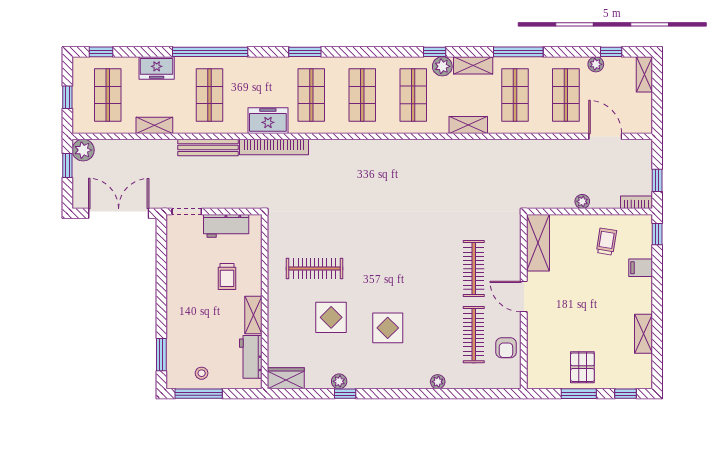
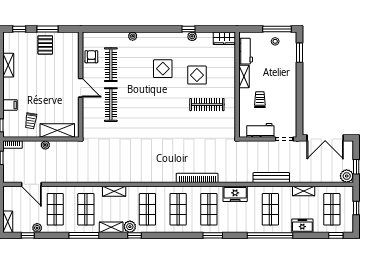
bookcase: (274, 147) -> (197, 178), moved
shelving: (538, 243) -> (57, 130), moved, turned 90

